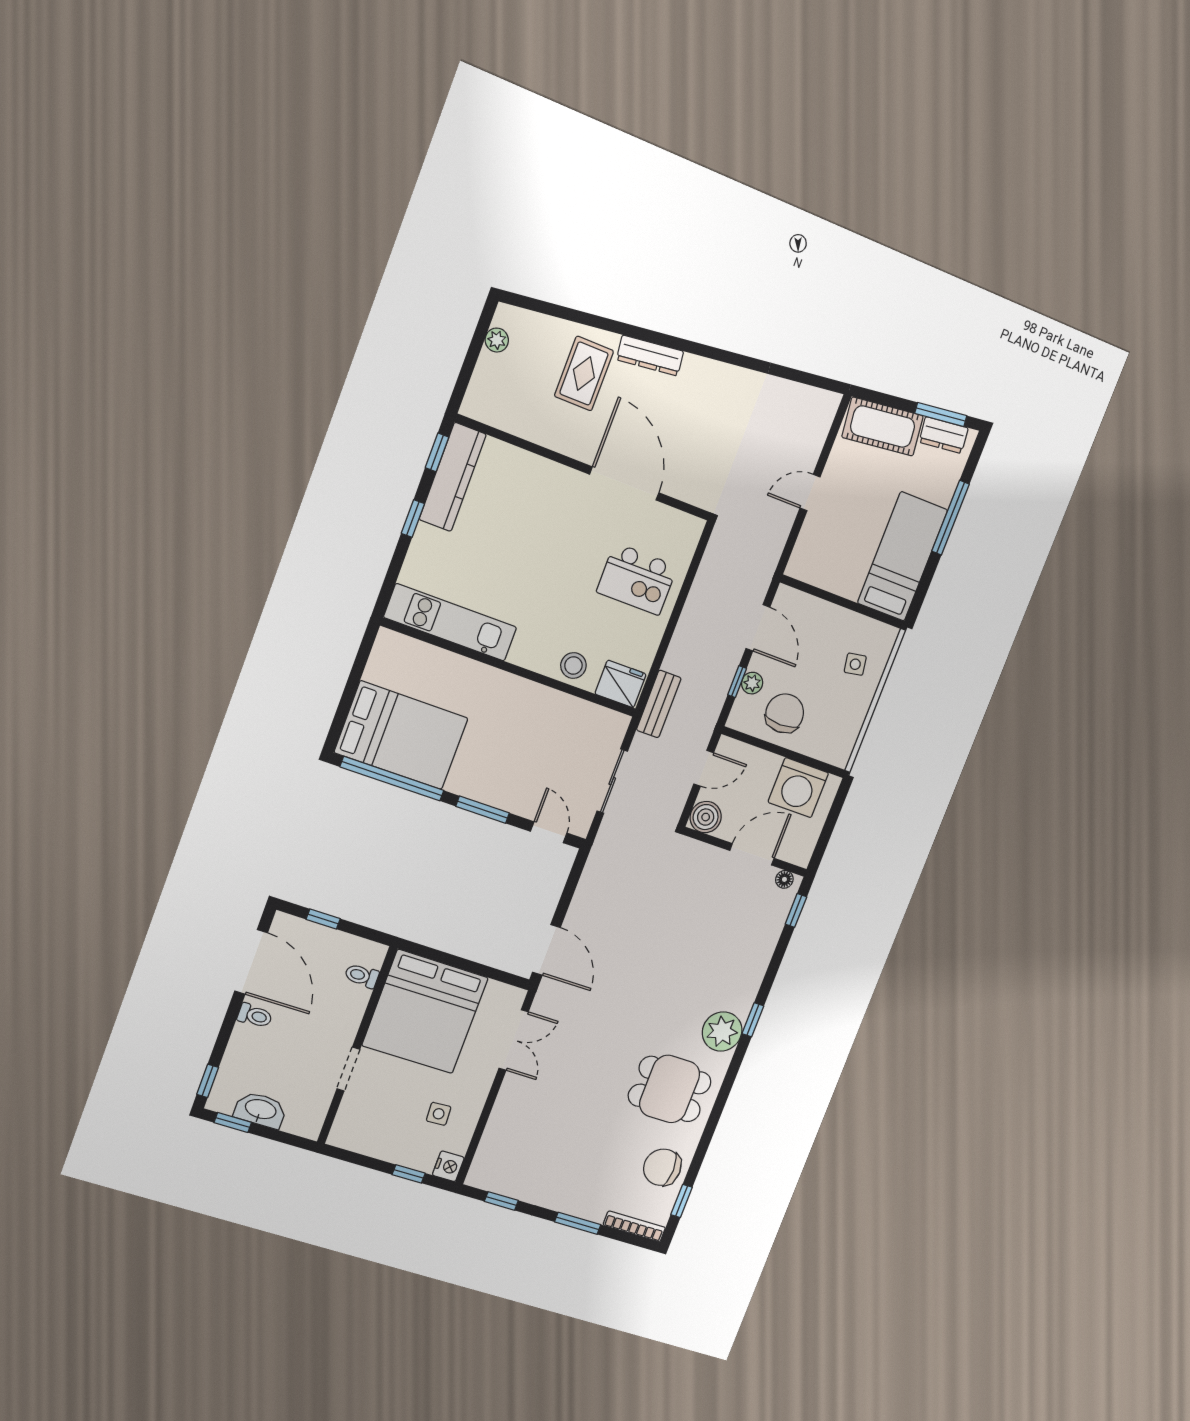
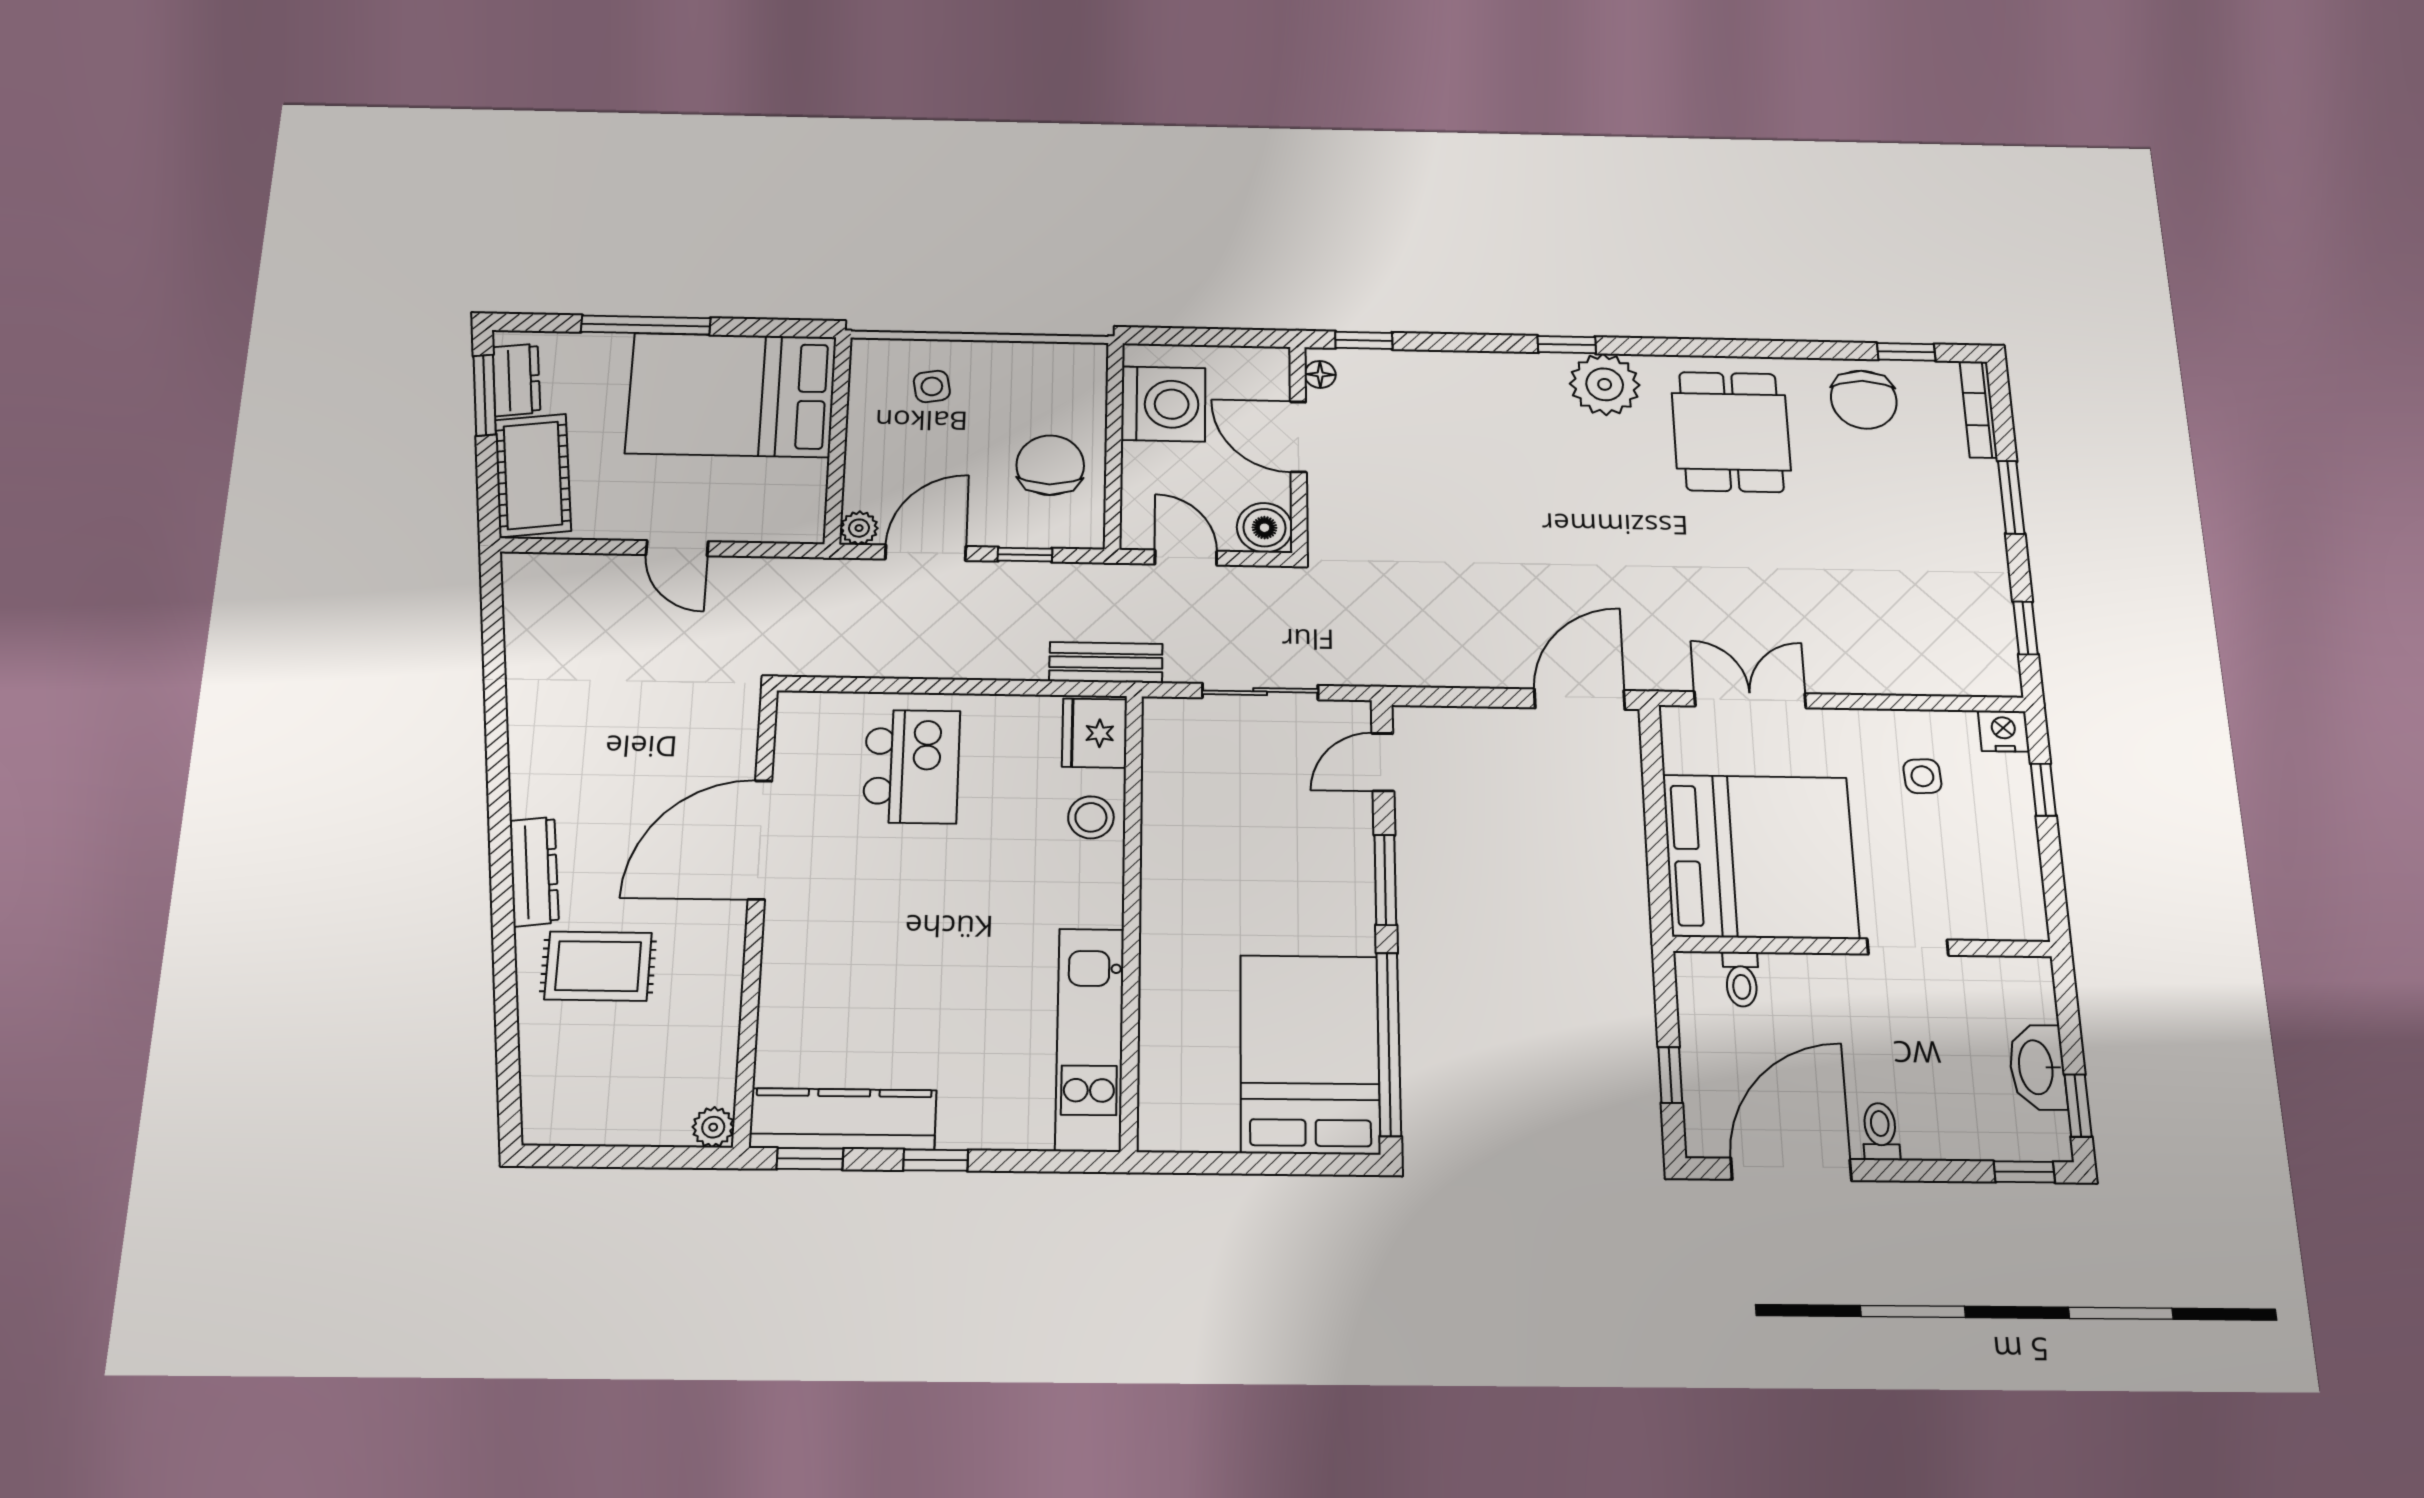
plant: (497, 340) -> (713, 1127), moved
bed: (902, 557) -> (731, 395), width x1.50
plant: (752, 683) -> (859, 528), moved
chair: (785, 713) -> (1050, 465), turned 90

